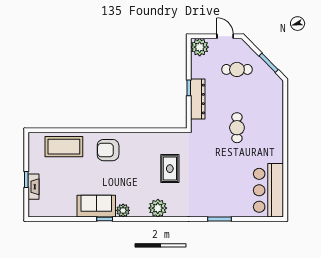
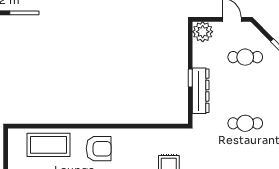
cafe table: (237, 128) -> (245, 123), turned 90
armchair: (108, 150) -> (99, 149), turned 180

